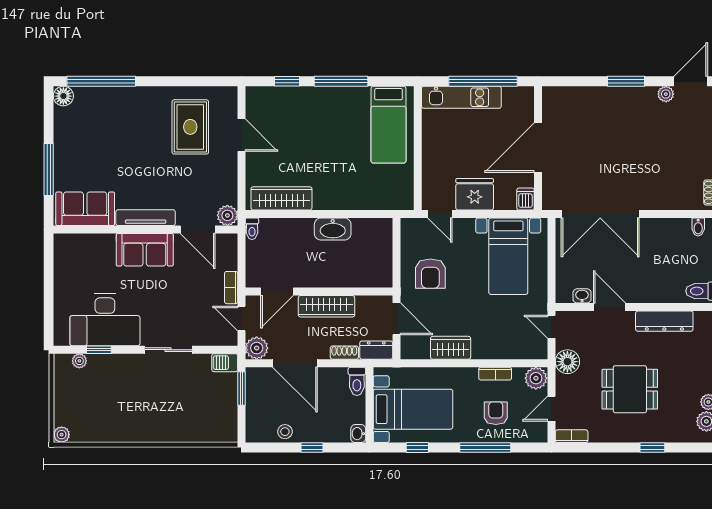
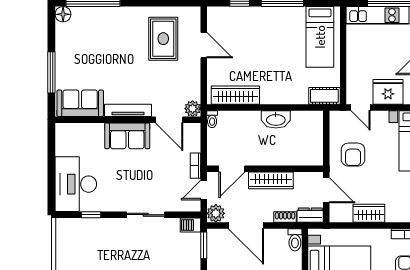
cot: (394, 199) -> (324, 96), added
door: (241, 318) -> (204, 190), hinge flipped
desk: (105, 320) -> (76, 184), moved, turned 90
plant: (79, 361) -> (76, 224), removed

